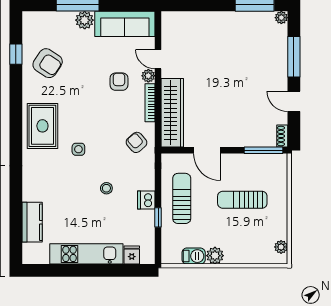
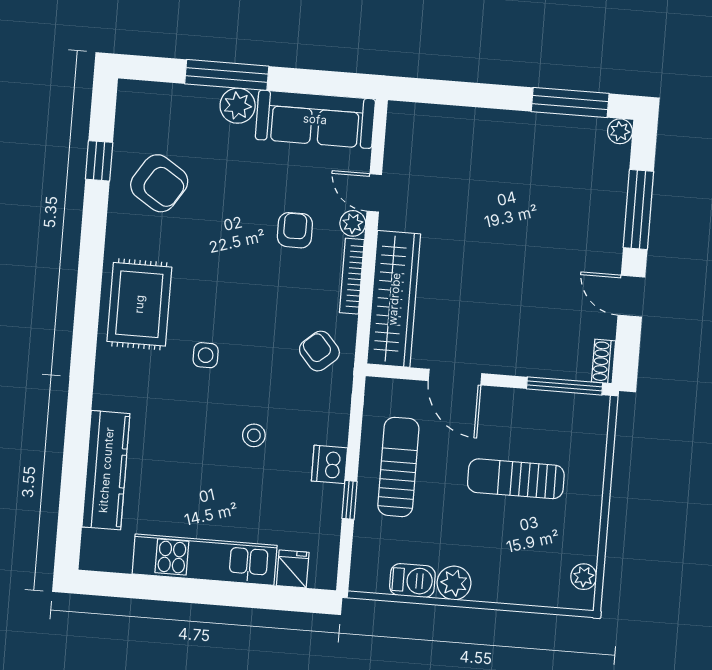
kitchen counter: (32, 222) -> (106, 470), width x1.50

